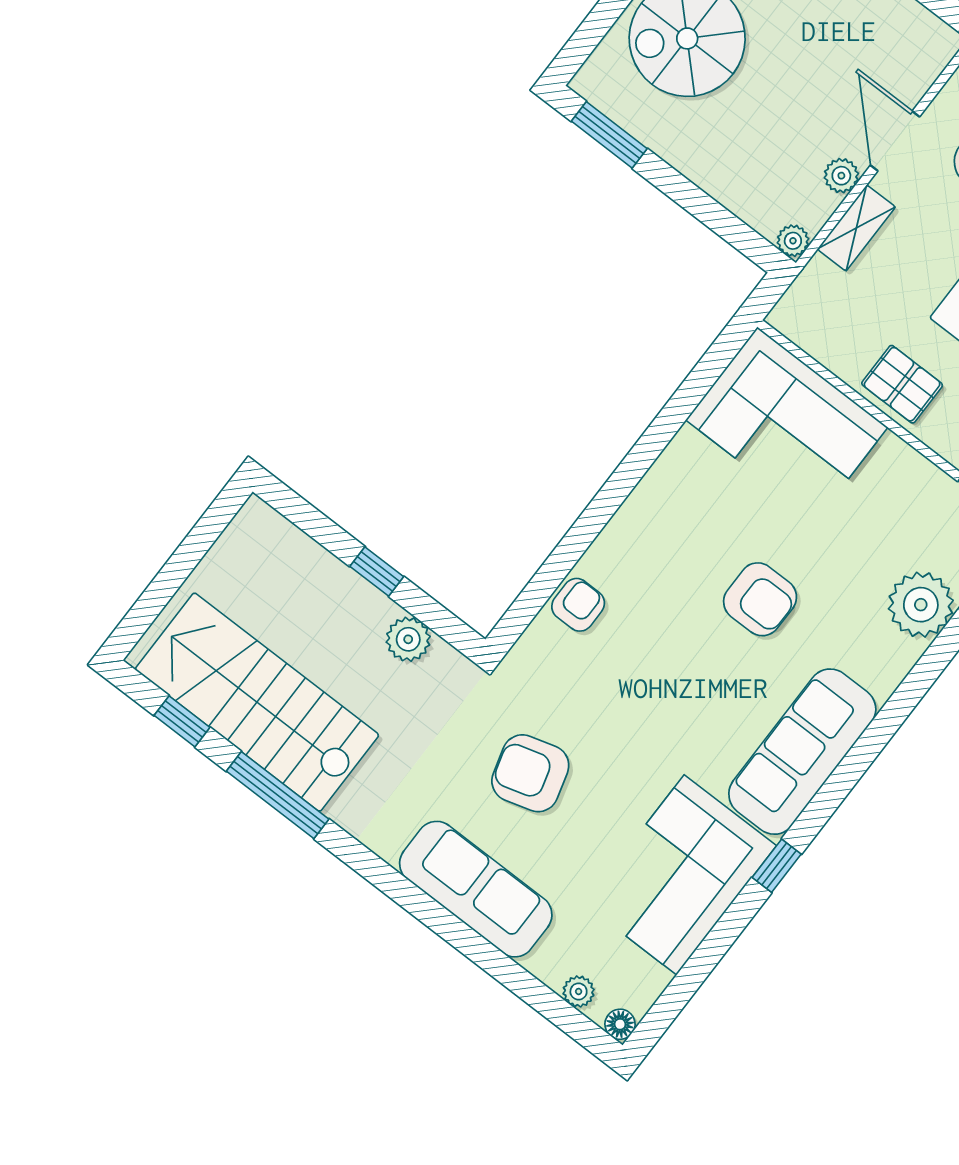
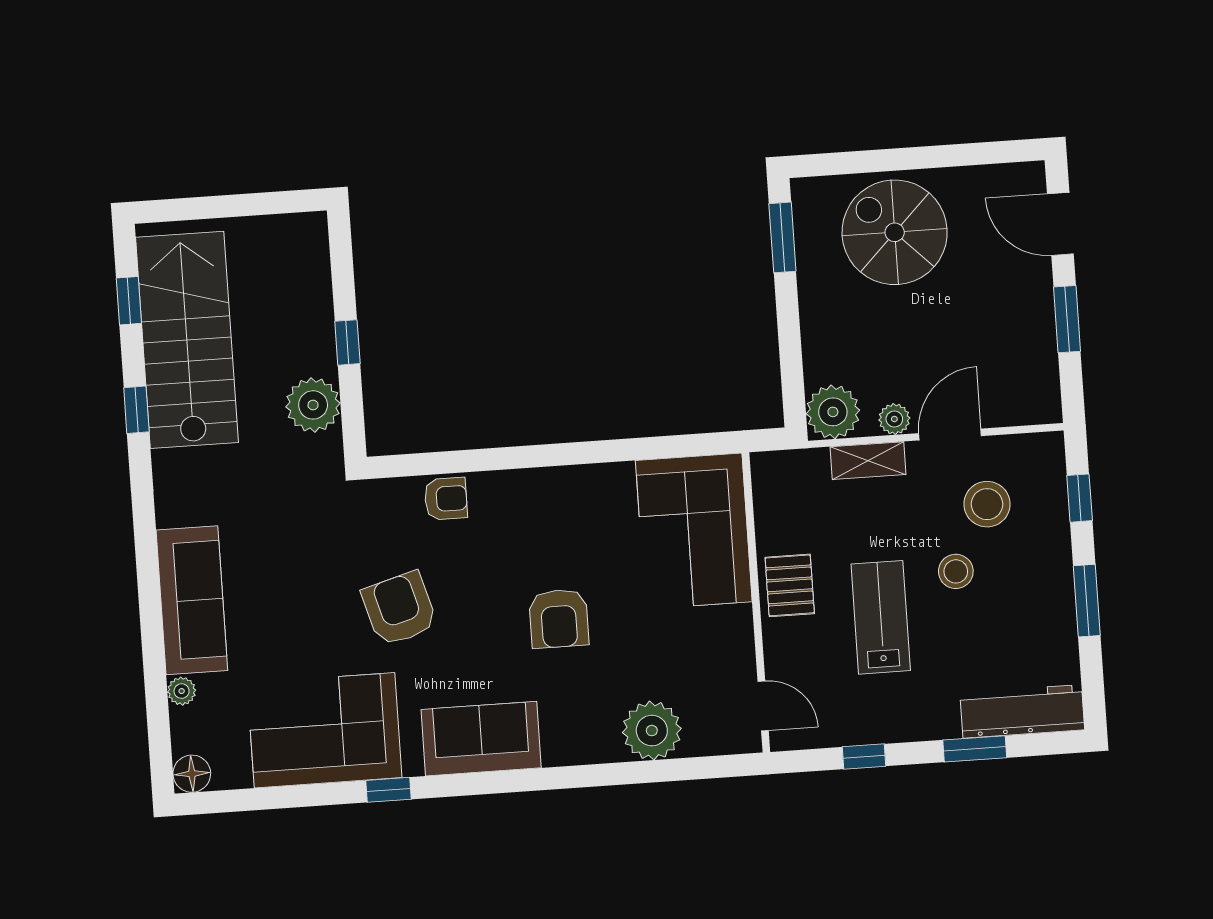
plant: (793, 241) -> (833, 412), width x1.88, depth x1.88
plant: (408, 639) -> (313, 405), width x1.36, depth x1.36
sofa: (802, 752) -> (481, 739), width x0.73
armchair: (530, 773) -> (399, 609), moved
window: (278, 795) -> (136, 410), width x0.46
plant: (579, 991) -> (182, 691), moved
floor lamp: (620, 1024) -> (192, 774), width x1.37, depth x1.37

